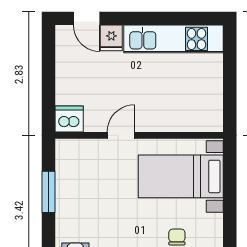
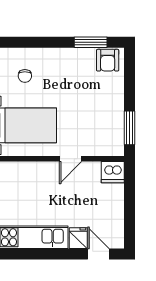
window: (48, 192) -> (129, 128), moved

